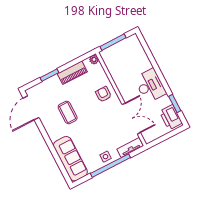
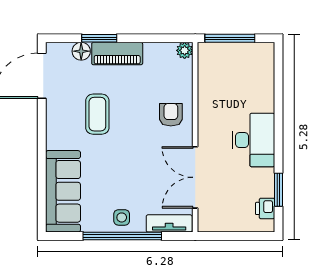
piano: (72, 73) -> (117, 54), moved
floor lamp: (44, 86) -> (81, 51), added
printer: (171, 117) -> (265, 208), width x0.53, depth x0.68
double door: (131, 119) -> (195, 177), swing flipped

